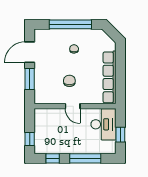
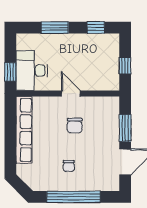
window: (120, 135) -> (10, 72), moved
window: (30, 139) -> (125, 66), moved
window: (85, 158) -> (55, 28), width x0.69

